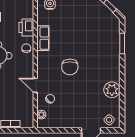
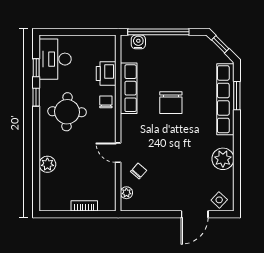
row of seats: (43, 38) -> (129, 88), width x1.48
row of seats: (114, 46) -> (225, 99), added
chair: (70, 67) -> (171, 103), moved

